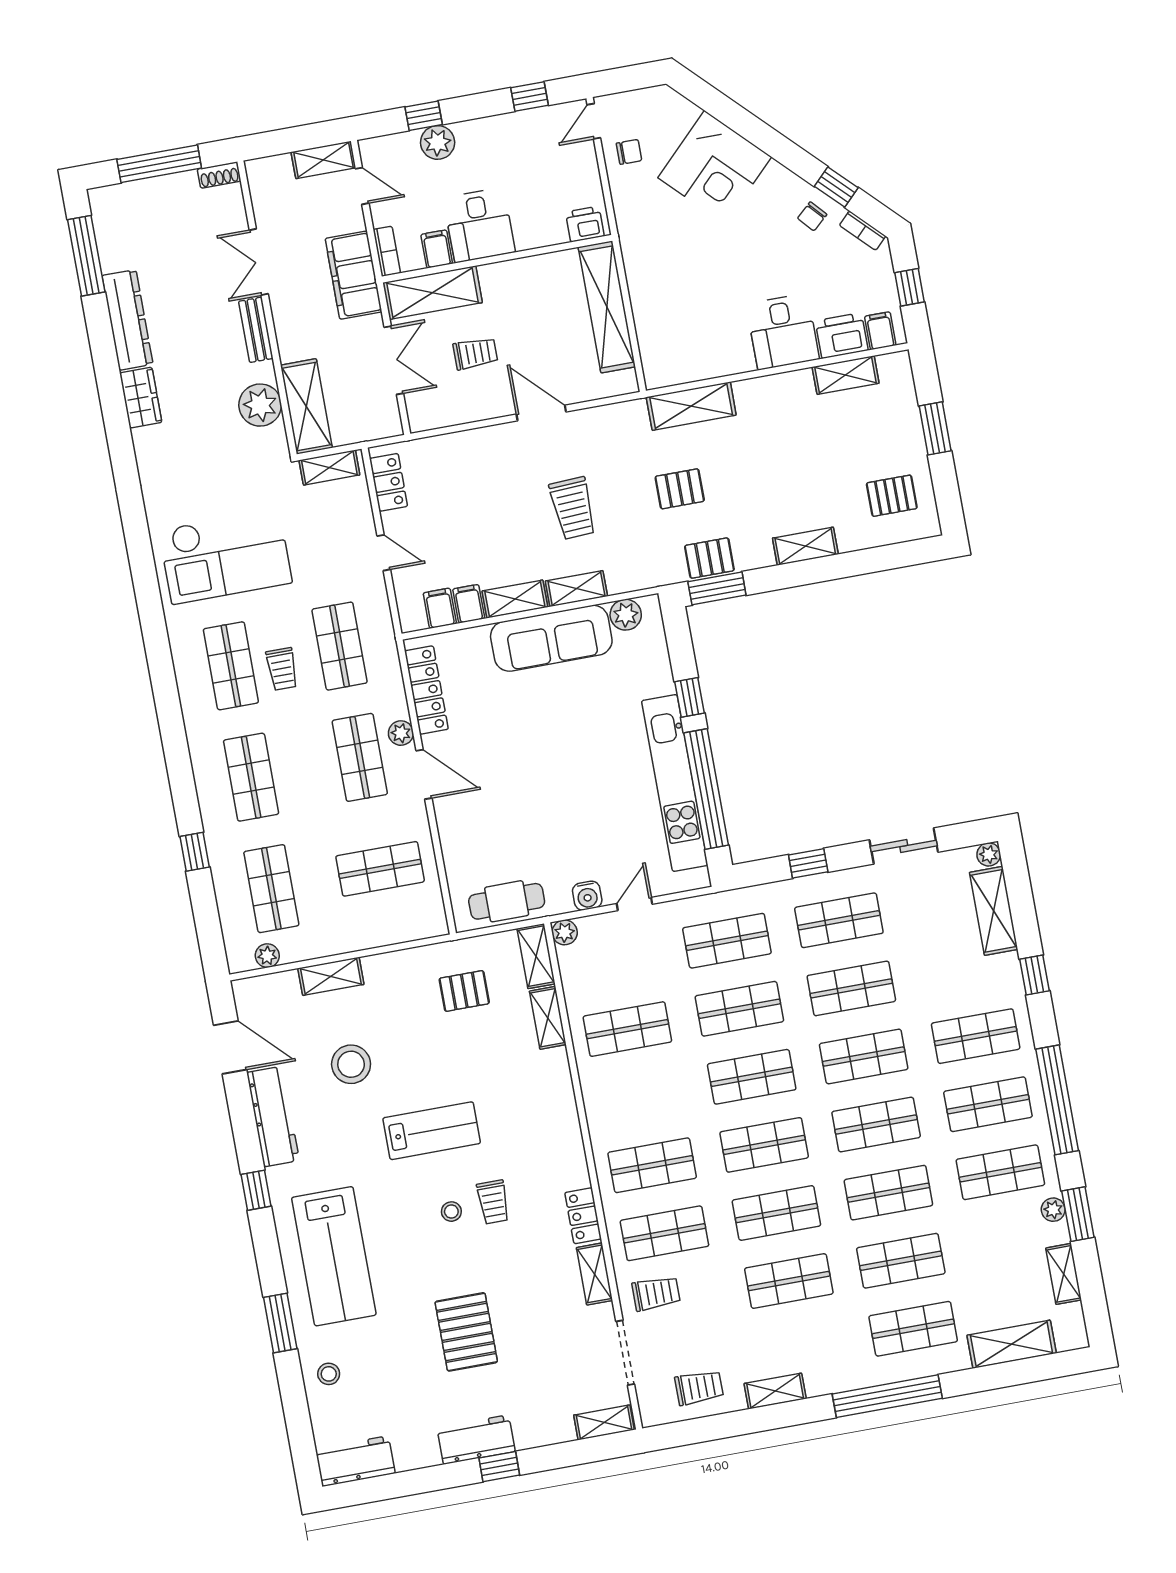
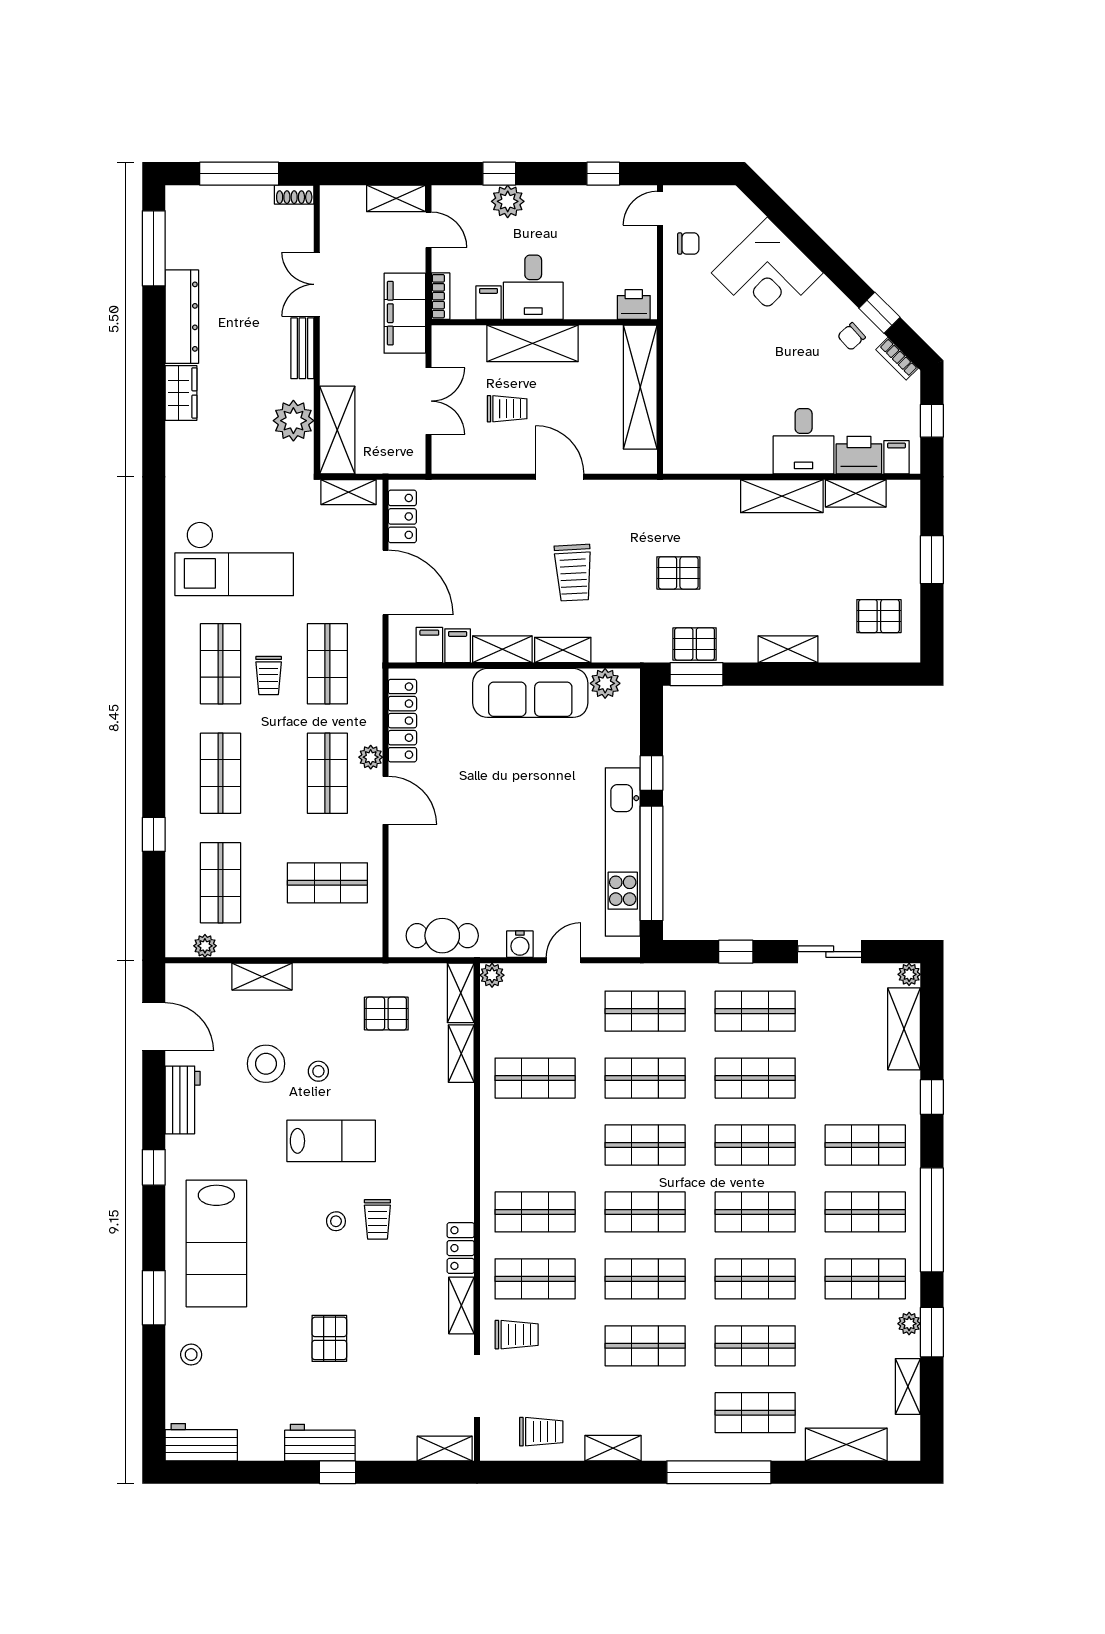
shelving: (432, 293) -> (533, 343), moved
shelving: (691, 406) -> (782, 496), moved
door: (384, 553) -> (385, 583), width x1.88
stool: (406, 1062) -> (318, 1071), added
workbench: (273, 1116) -> (183, 1100), width x0.73
pallet: (466, 1332) -> (329, 1338), width x0.67, depth x0.71

